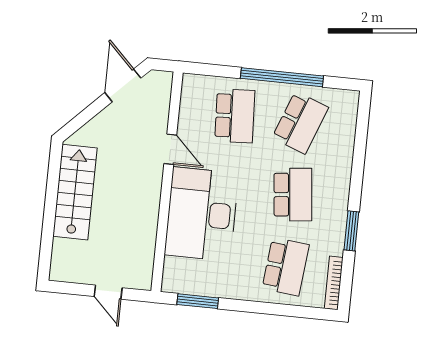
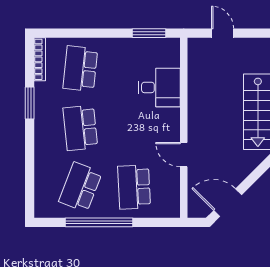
door: (123, 85) -> (228, 203), swing flipped
desk: (202, 214) -> (159, 87), width x0.53, depth x0.77

